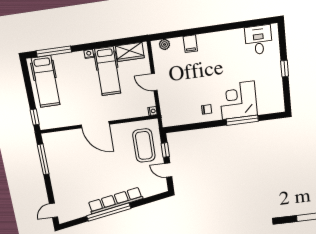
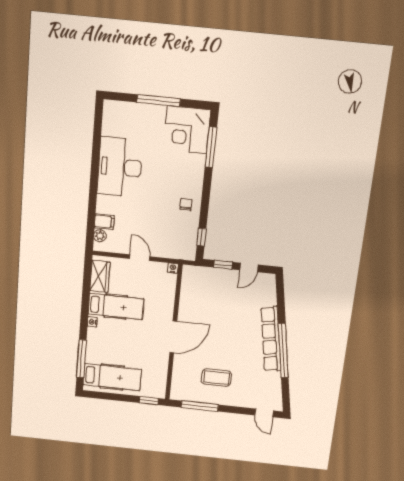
desk: (259, 40) -> (120, 167), moved, width x1.87, depth x1.30
filing cabinet: (190, 44) -> (104, 222), moved
window: (285, 69) -> (159, 101), width x2.17
door: (154, 82) -> (140, 258), swing flipped
corner desk: (238, 100) -> (187, 130), moved
window: (242, 120) -> (211, 147), moved
window: (183, 128) -> (201, 237), added
coffee table: (144, 146) -> (216, 378), moved, width x0.73, depth x0.76

